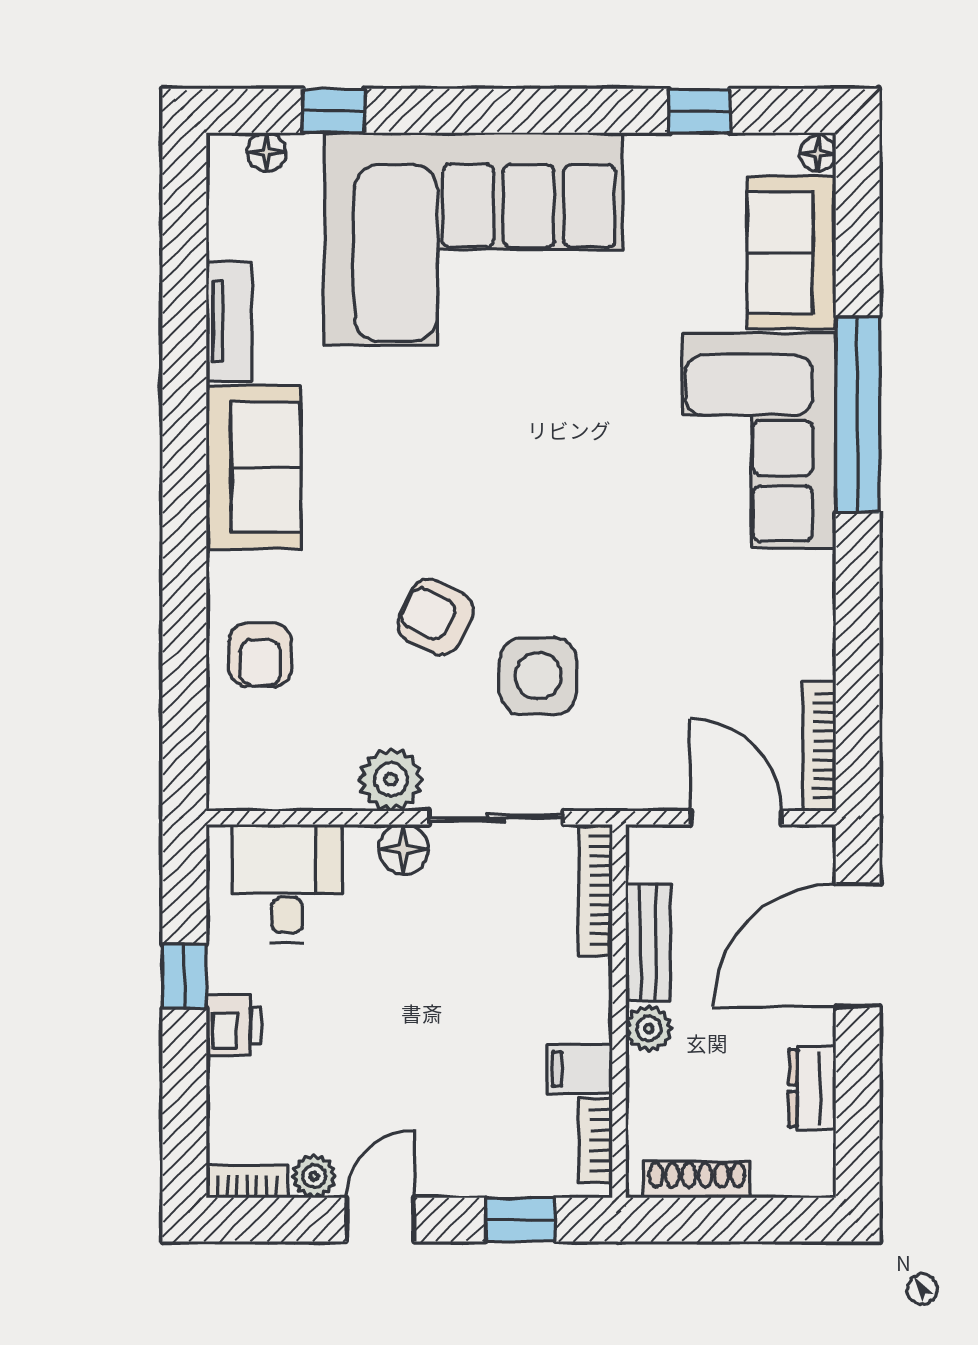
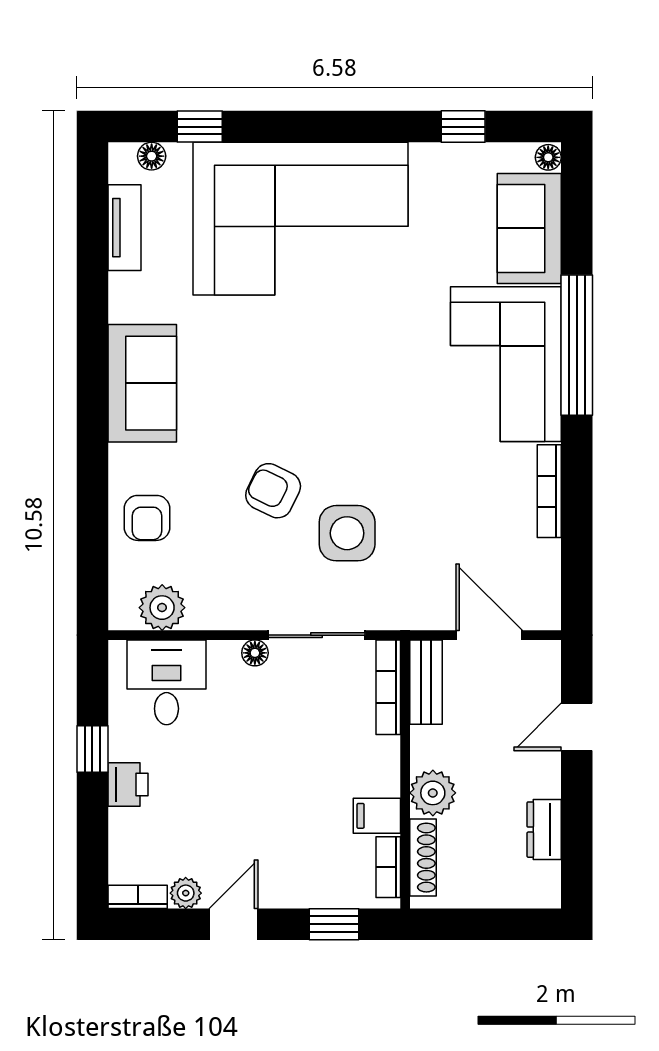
tv unit: (229, 322) -> (125, 228), moved
bookcase: (819, 746) -> (549, 491), moved
plant: (391, 779) -> (162, 608), moved
floor lamp: (403, 849) -> (255, 653), width x0.73, depth x0.73
bench: (648, 942) -> (426, 682), moved
door: (858, 945) -> (577, 727), width x0.53
plant: (649, 1028) -> (433, 793), width x1.38, depth x1.38
shoe rack: (697, 1180) -> (423, 858), moved, turned 90

